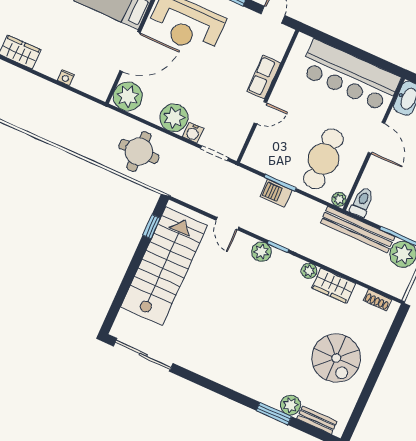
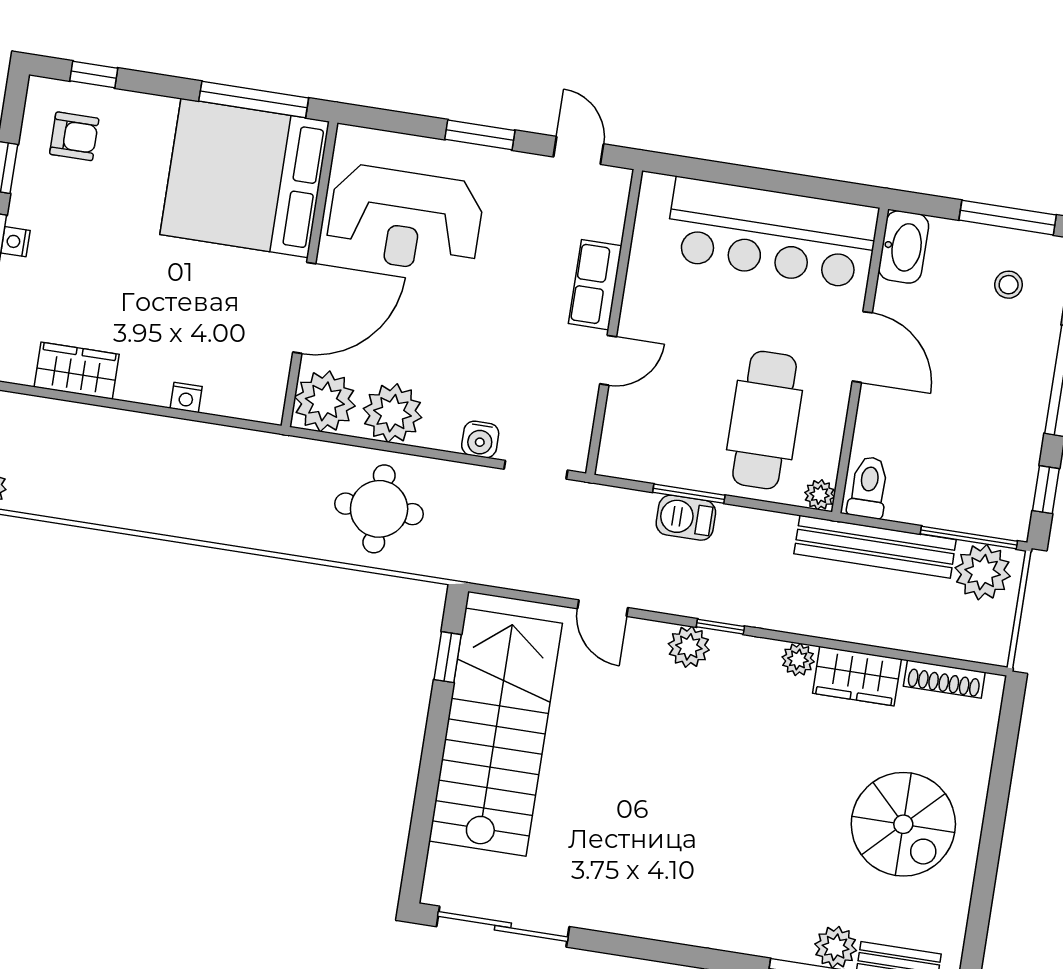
plant: (174, 118) -> (392, 413), moved
shoe rack: (377, 300) -> (944, 679), width x1.43

